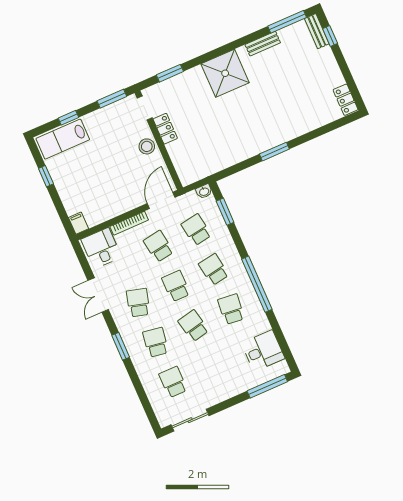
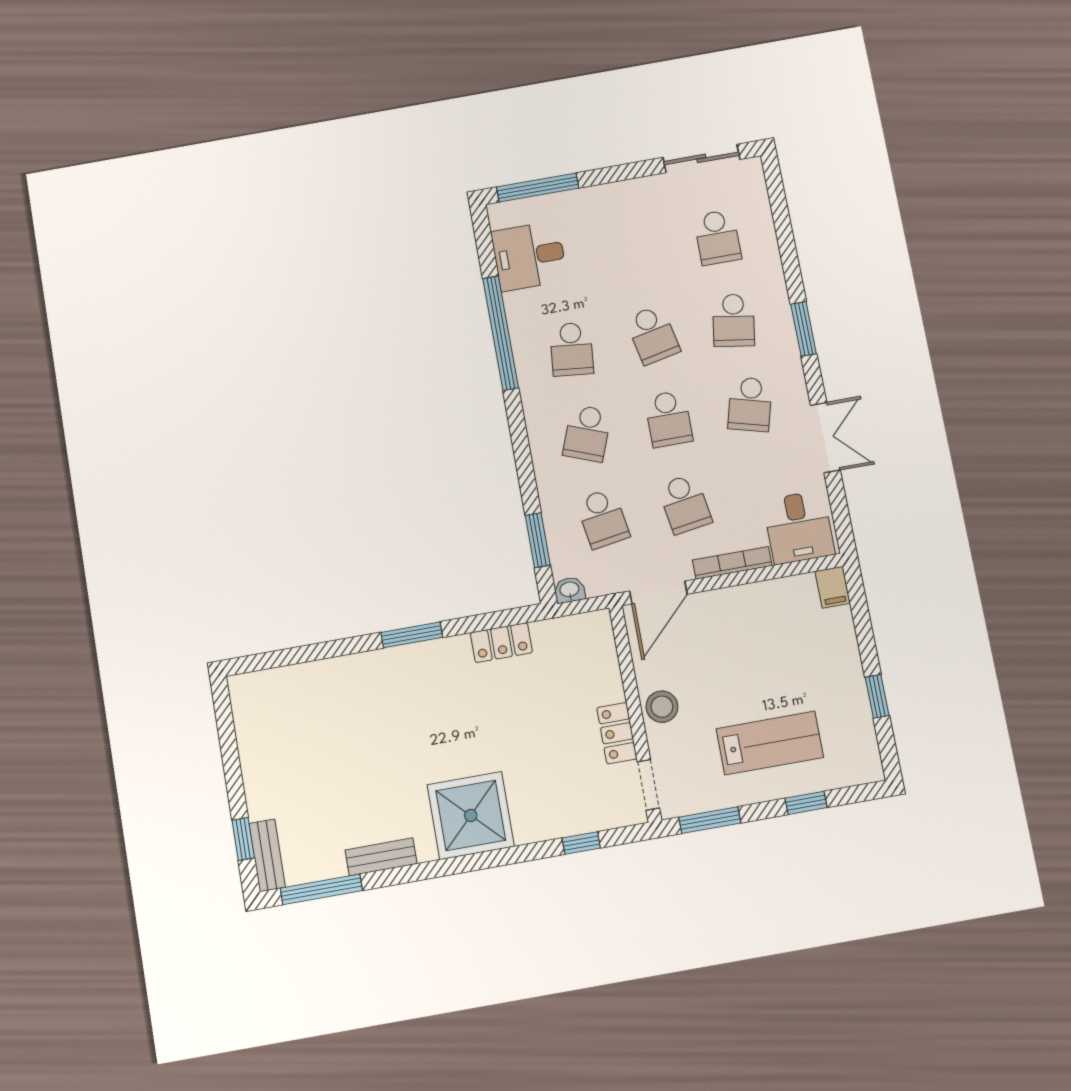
window: (170, 73) -> (581, 843), width x0.67
locker: (346, 100) -> (501, 643), moved, turned 90
lab bench: (63, 139) -> (770, 743), moved
school desk: (214, 269) -> (587, 433), turned 30
window: (257, 284) -> (501, 333), moved

